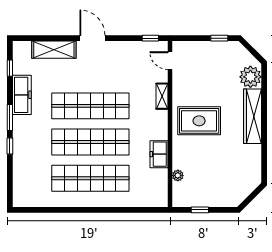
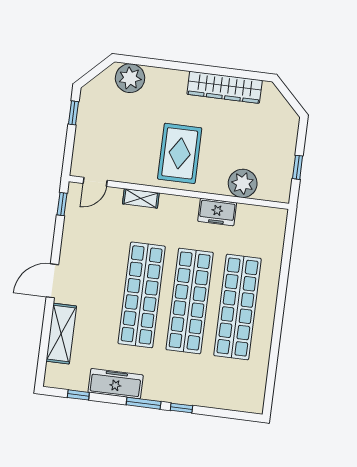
wardrobe: (252, 116) -> (225, 87), moved
plant: (178, 175) -> (243, 183), width x1.87, depth x1.87

